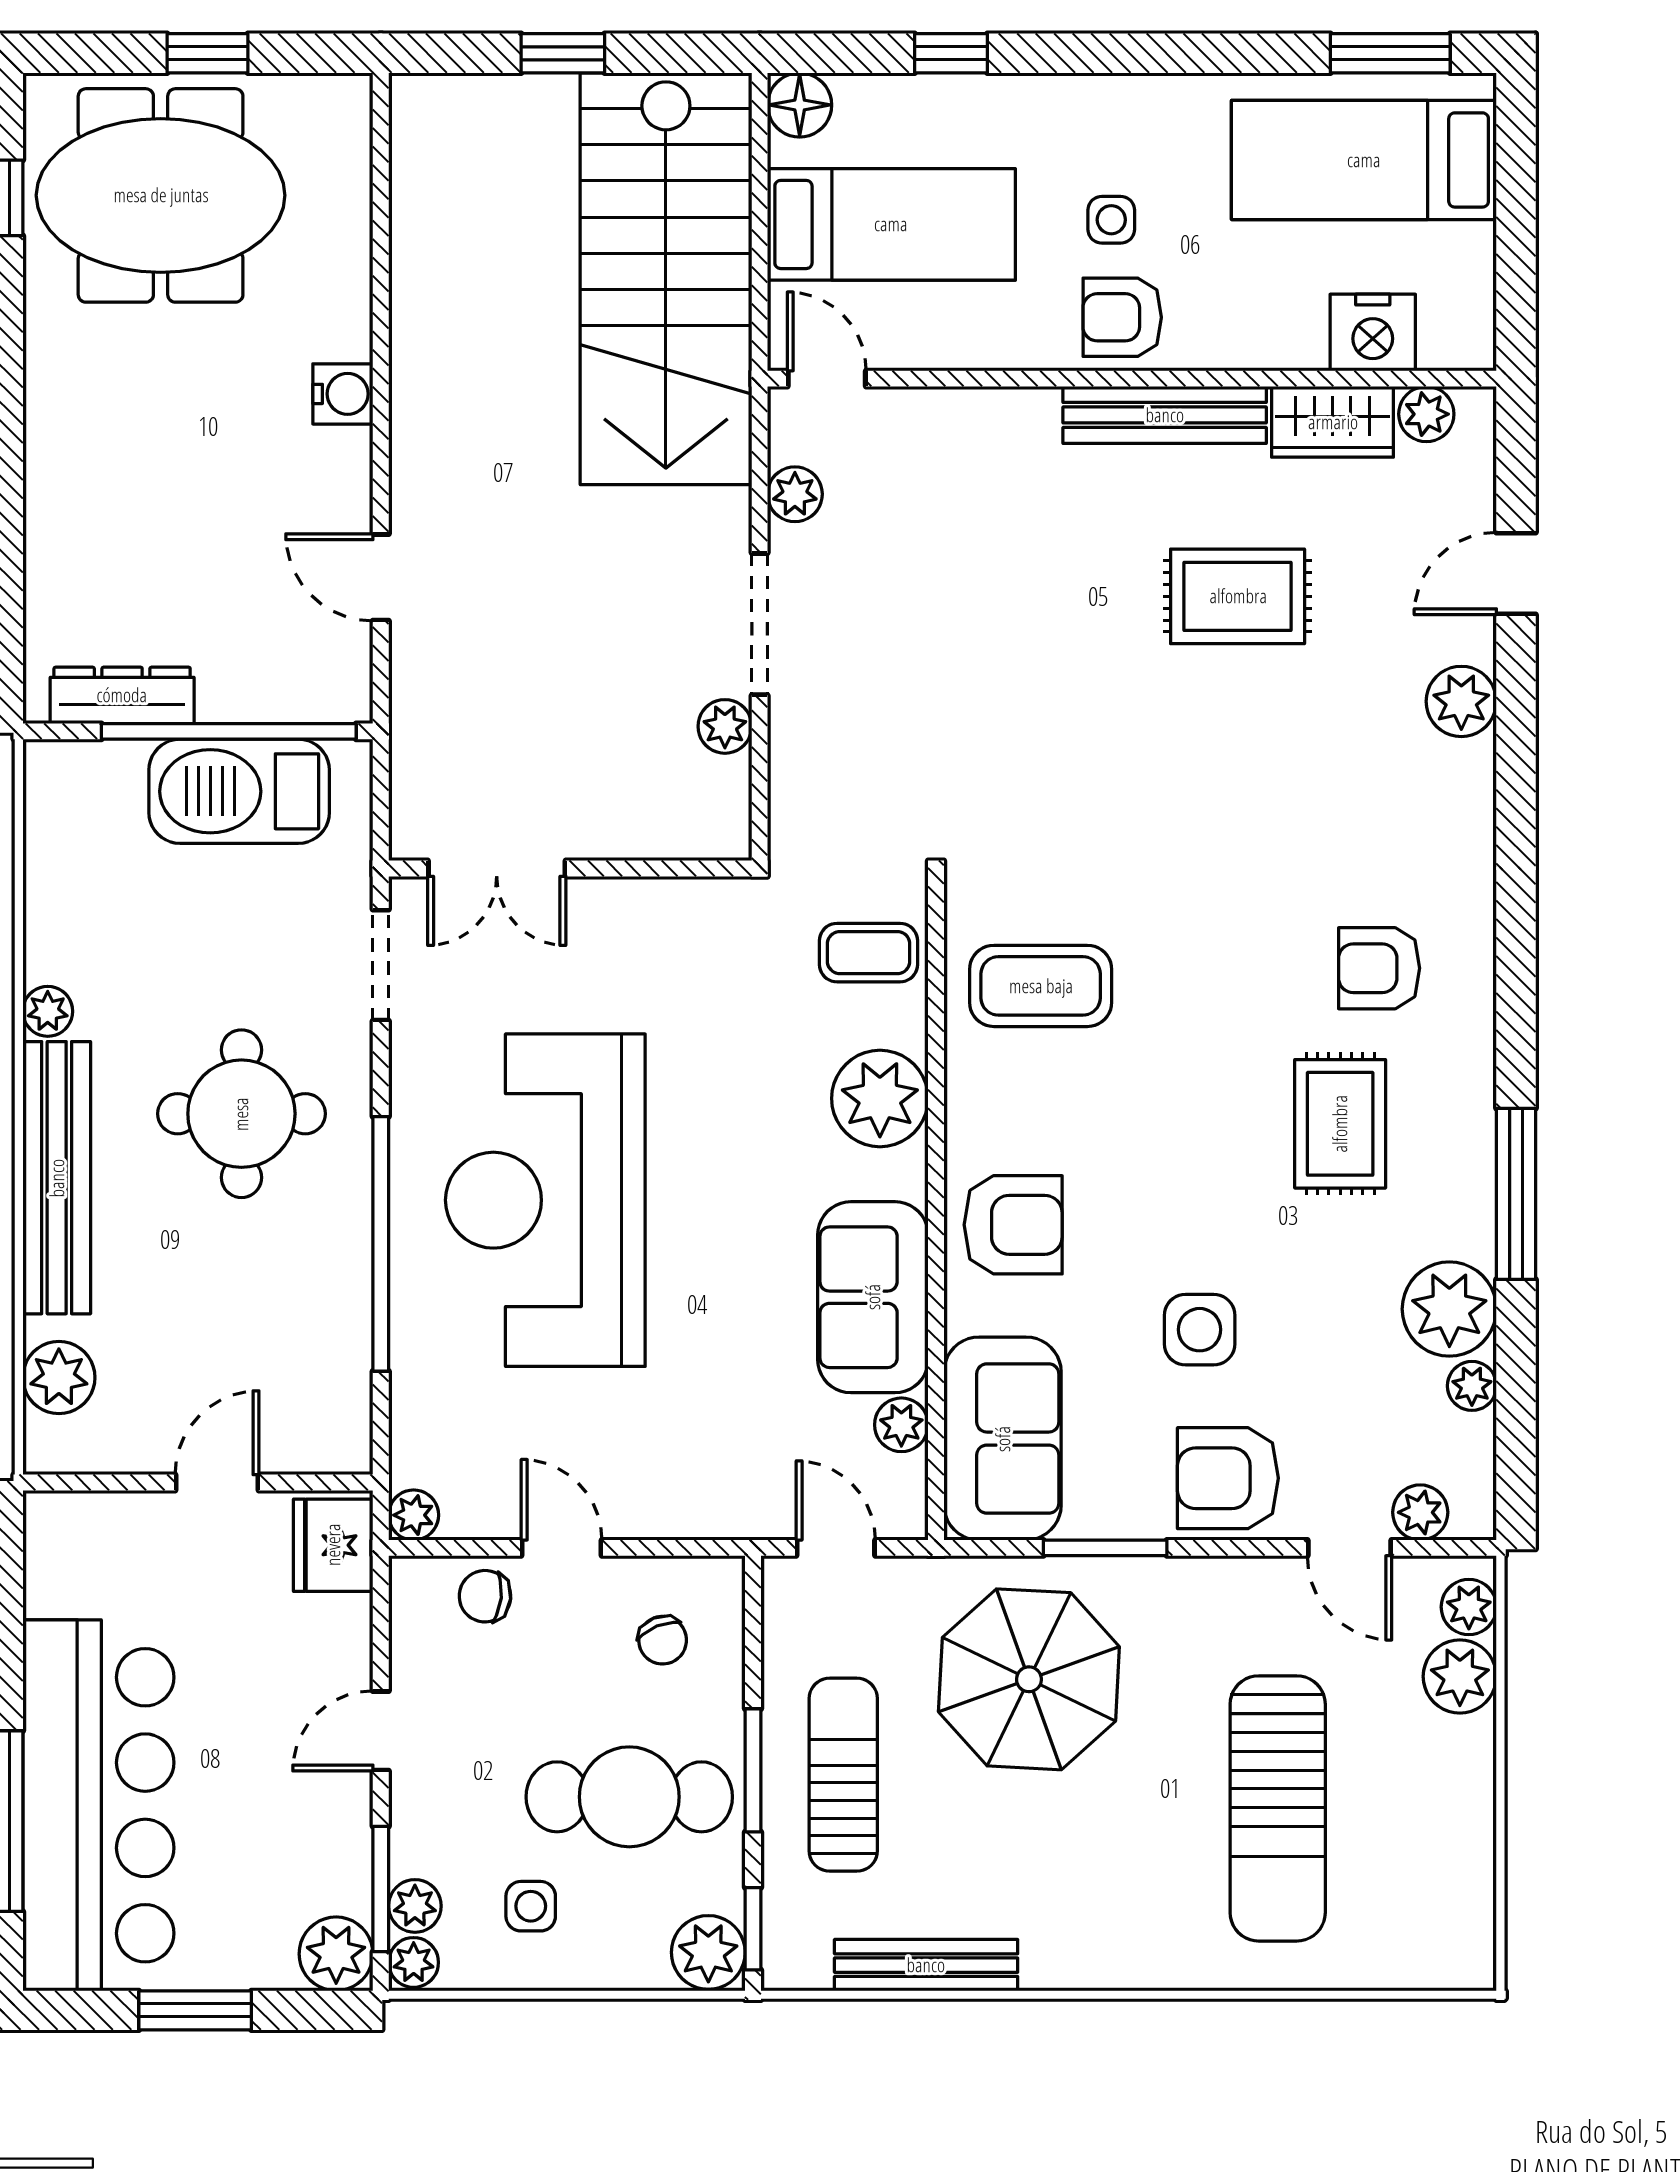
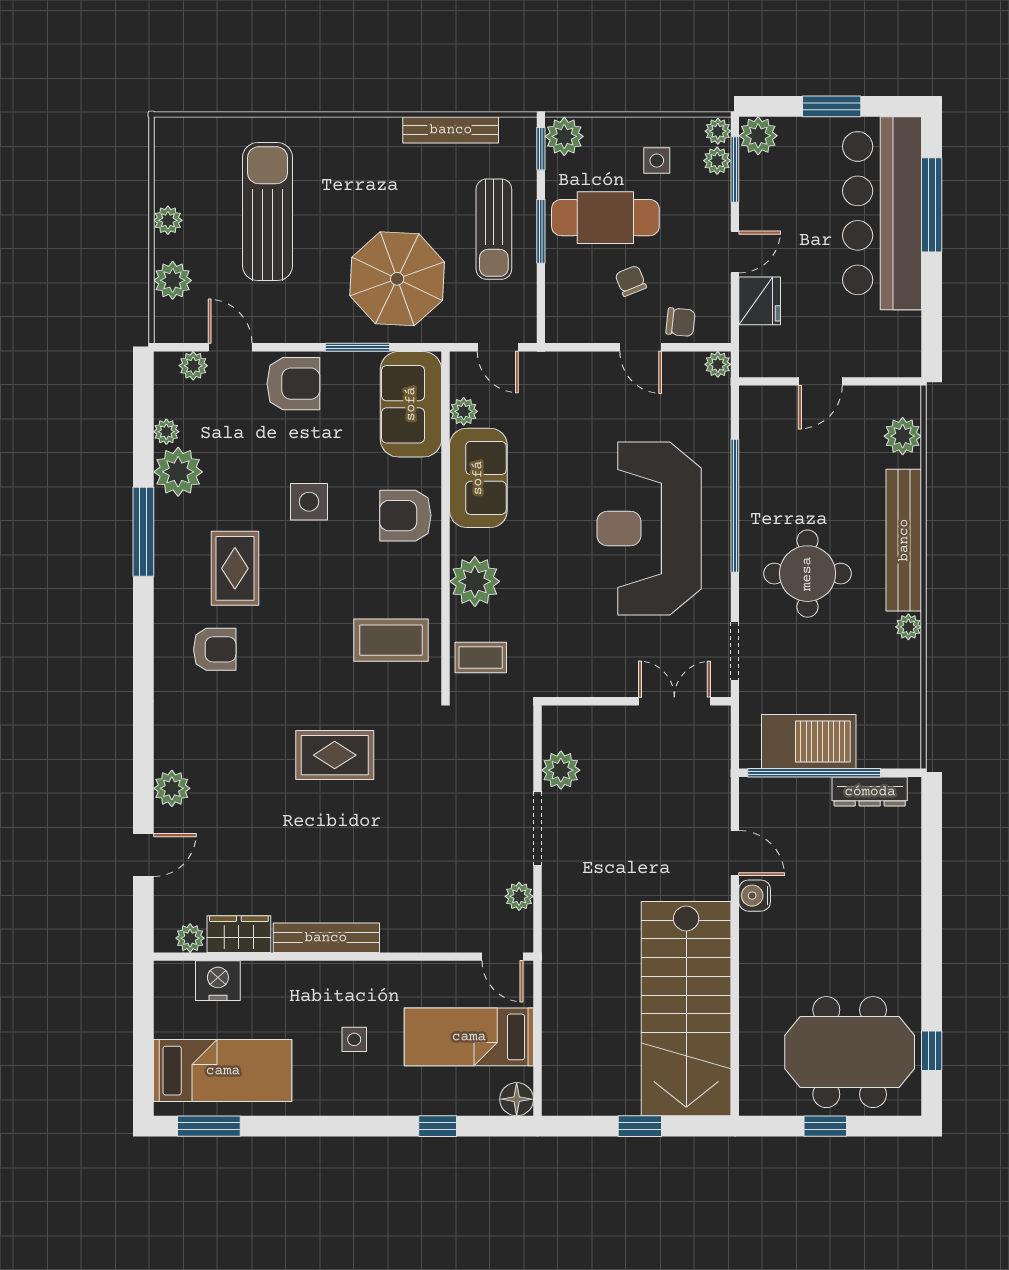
stairs: (666, 279) -> (686, 1009), moved, turned 180
armchair: (1122, 317) -> (349, 989), removed
water cooler: (343, 394) -> (755, 896), moved
rug: (1238, 596) -> (335, 755), moved
plant: (725, 726) -> (561, 770), width x1.38, depth x1.38
reception desk: (545, 1200) -> (649, 529), turned 180
side table: (1200, 1330) -> (309, 502), moved
fridge: (333, 1545) -> (760, 301), moved
plant: (1469, 1607) -> (168, 220), moved
chair: (663, 1640) -> (631, 281), moved

